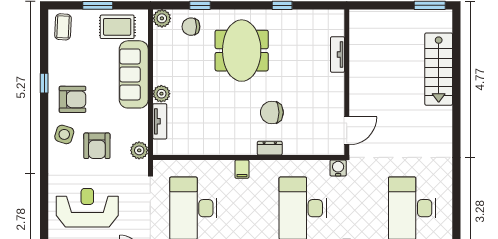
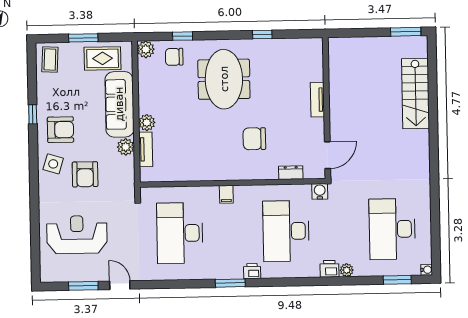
tv unit: (338, 54) -> (317, 100), moved
dresser: (270, 148) -> (291, 173), moved
plant: (139, 150) -> (126, 147), moved

